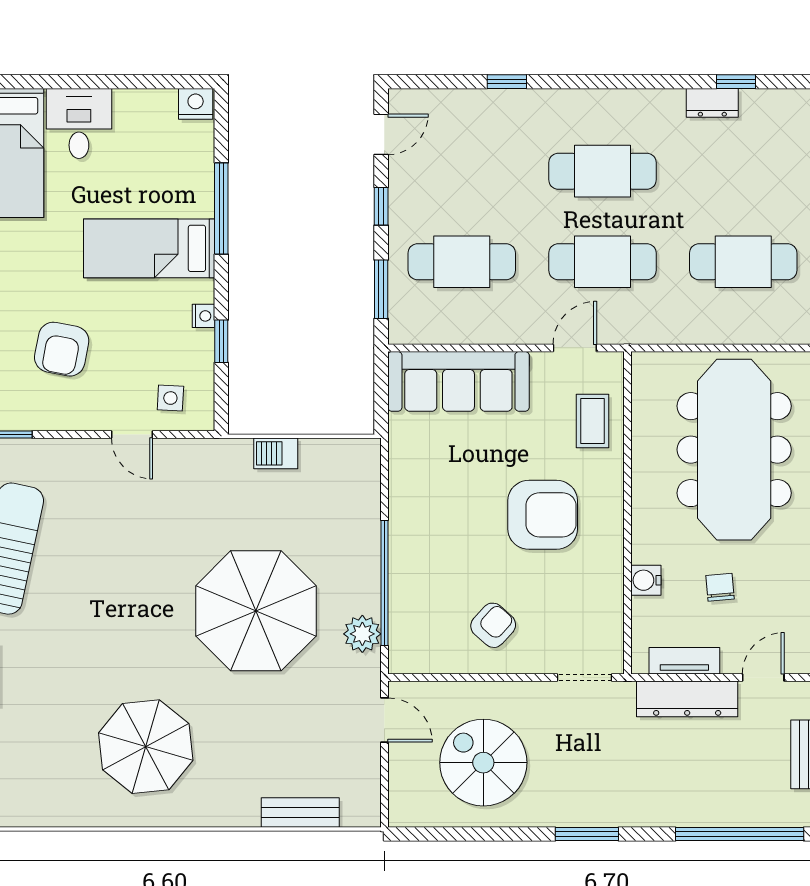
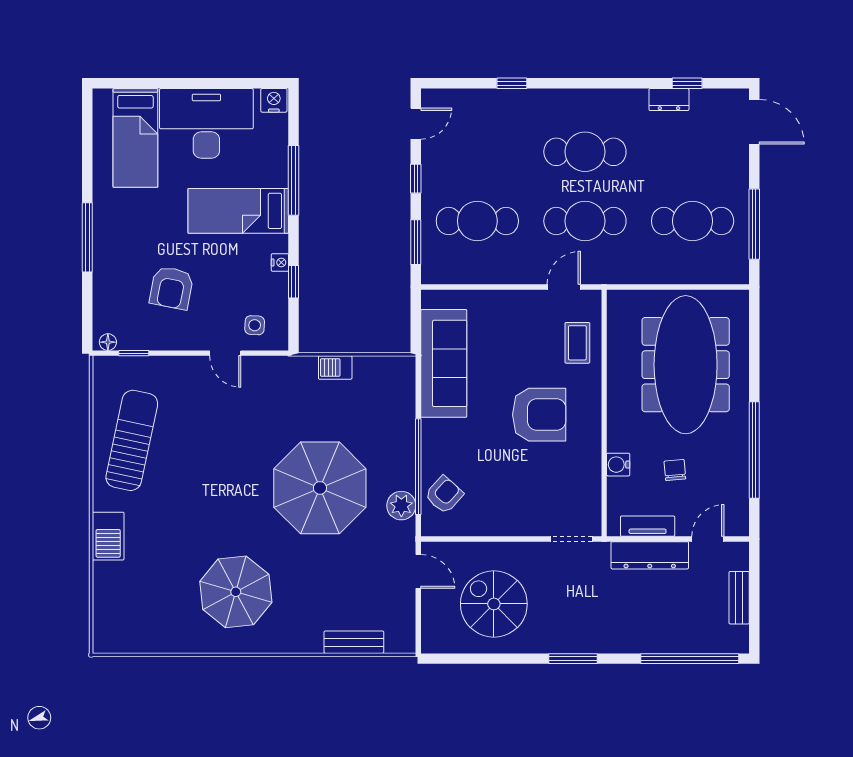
desk: (79, 123) -> (206, 123), width x1.87, depth x1.30
sofa: (458, 381) -> (444, 363), moved, turned -90
armchair: (493, 625) -> (444, 495), moved

